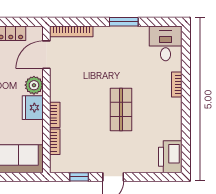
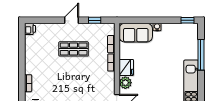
shop shelf: (121, 110) -> (74, 49), moved, turned 90
printer: (170, 157) -> (30, 29), width x0.53, depth x0.68

